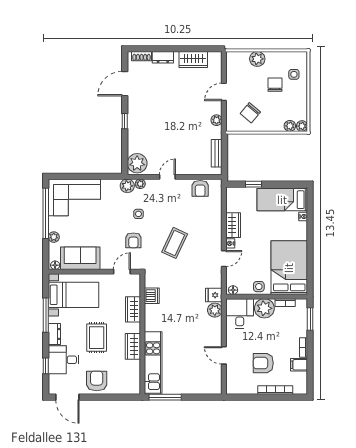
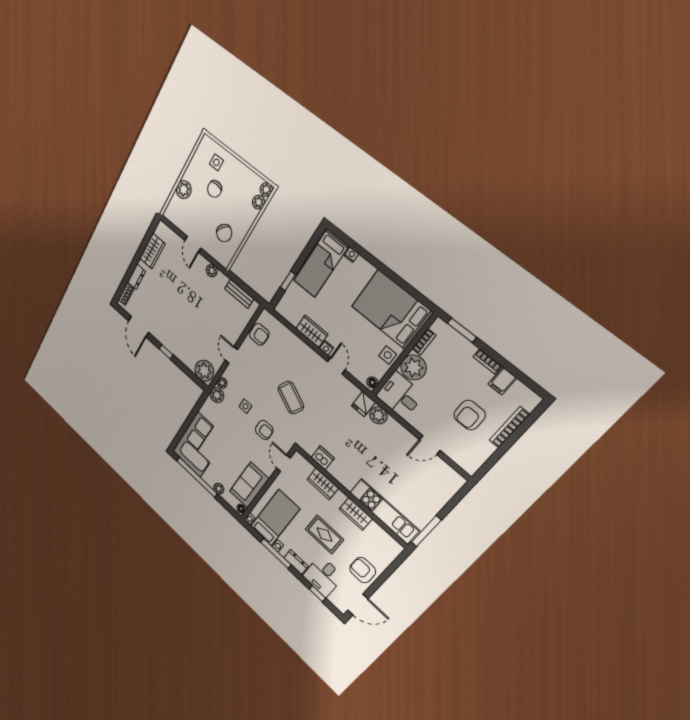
chair: (275, 85) -> (215, 189), turned -90

